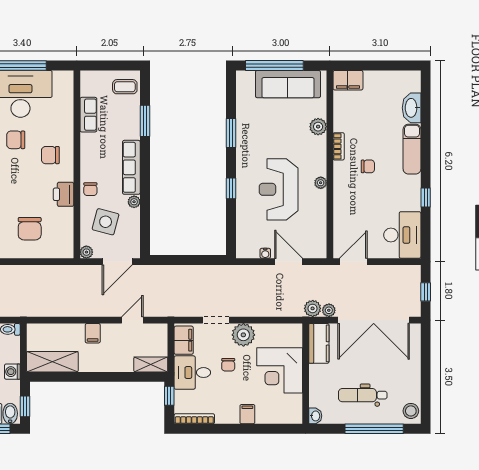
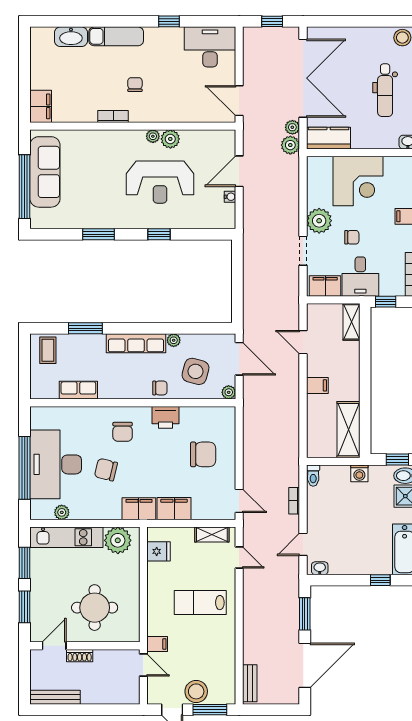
plant: (318, 127) -> (170, 139), moved
chair: (16, 140) -> (106, 470), turned 104

